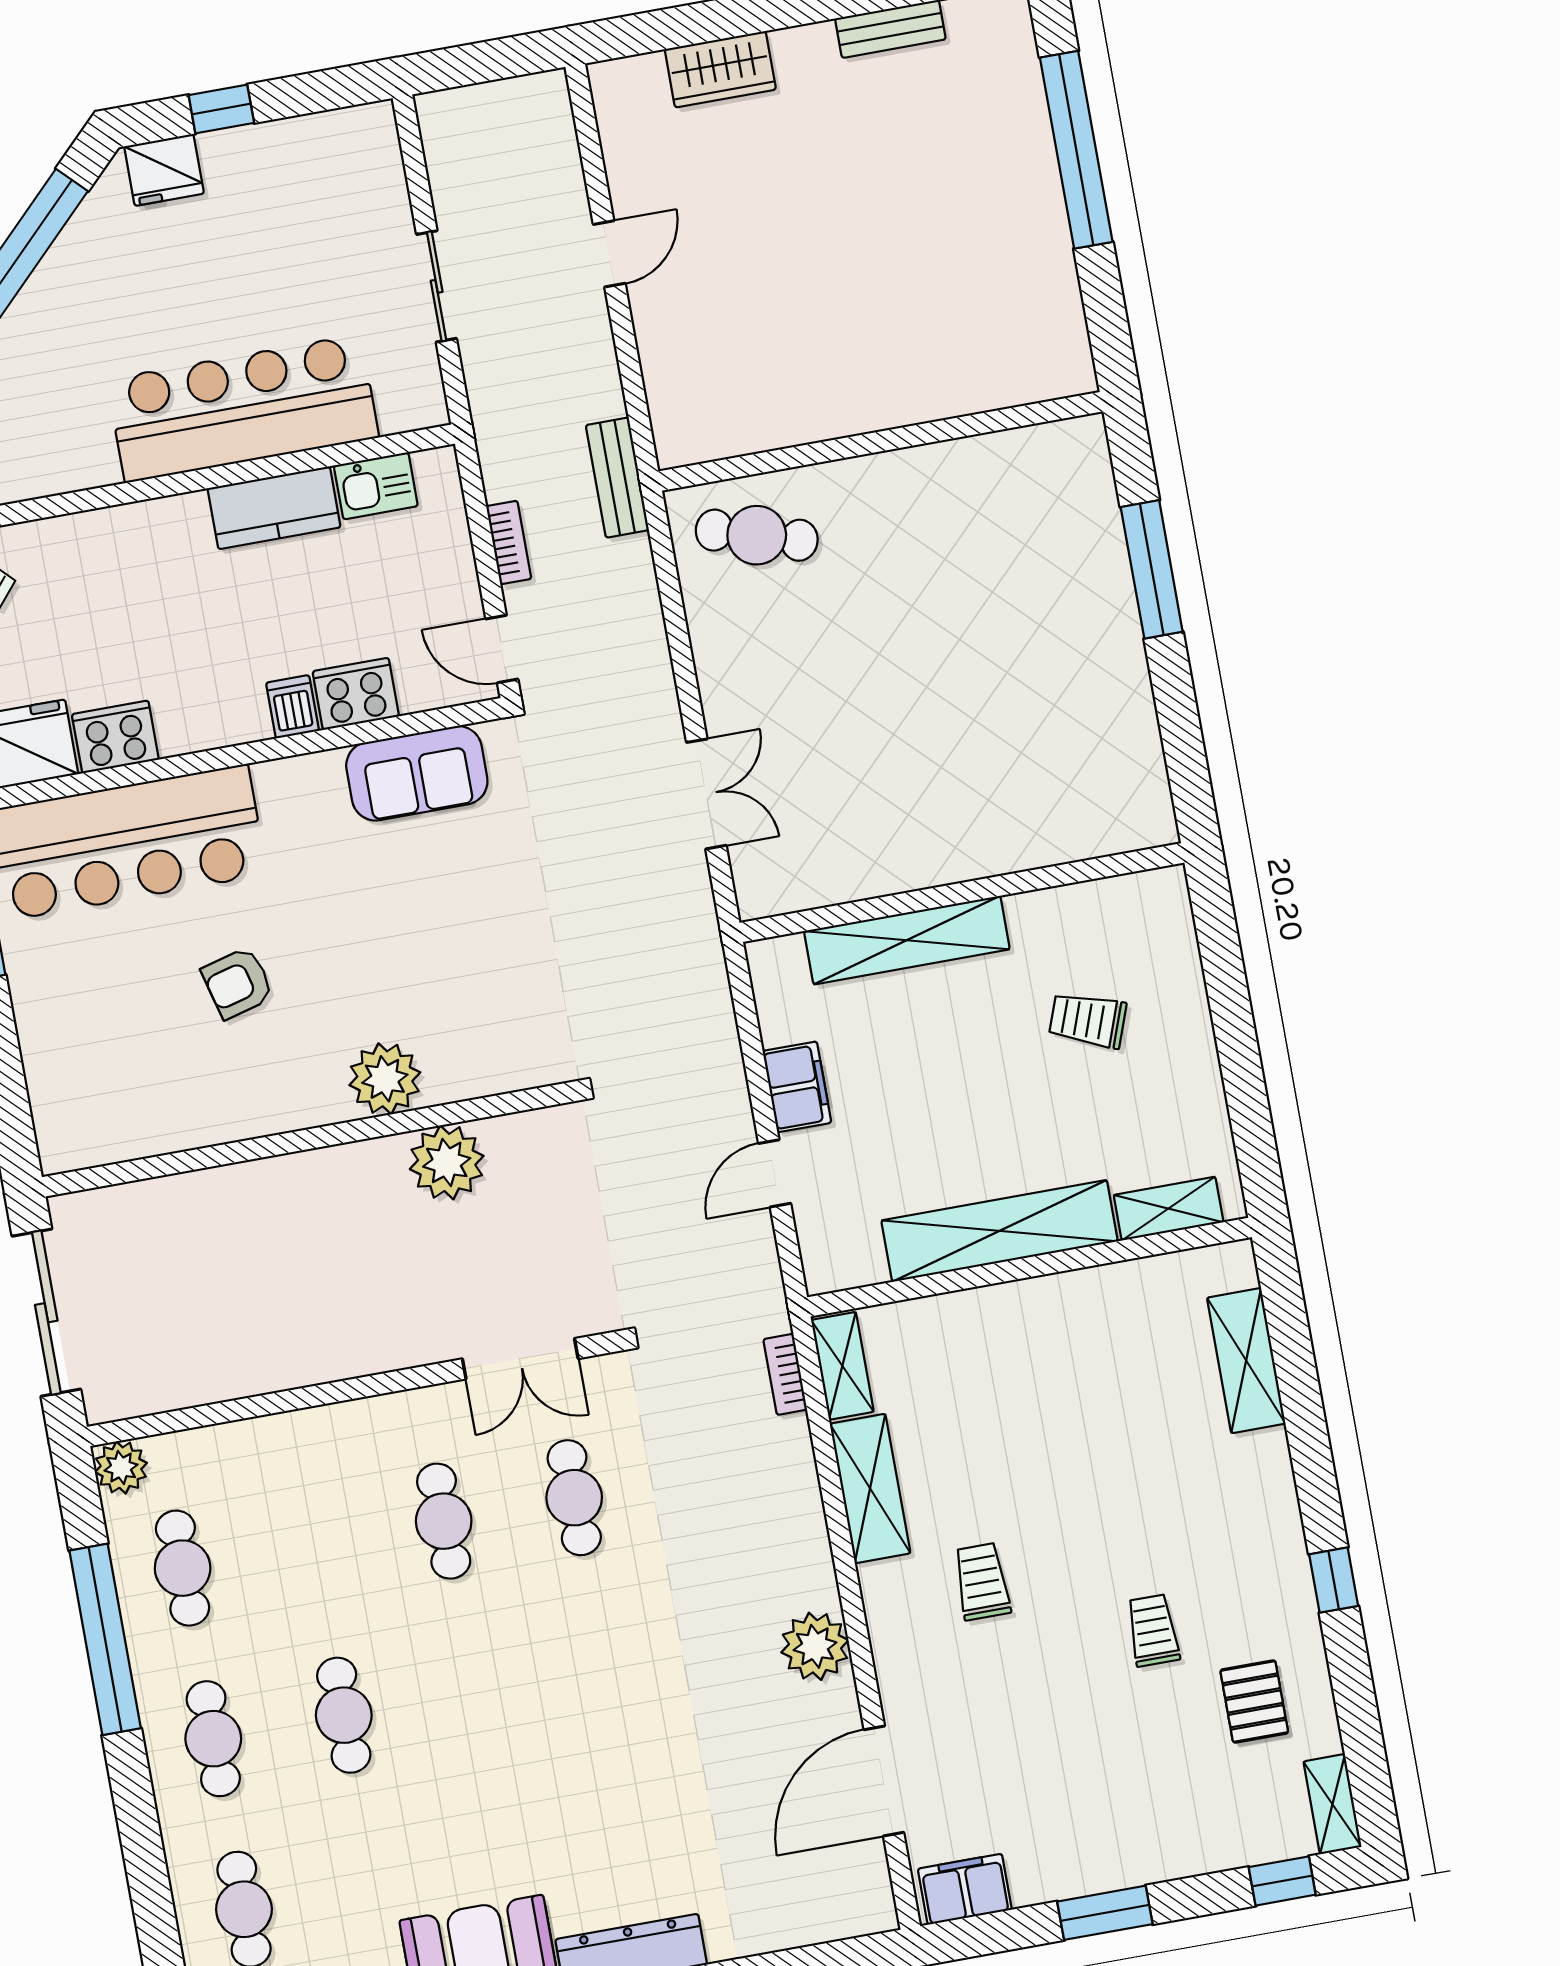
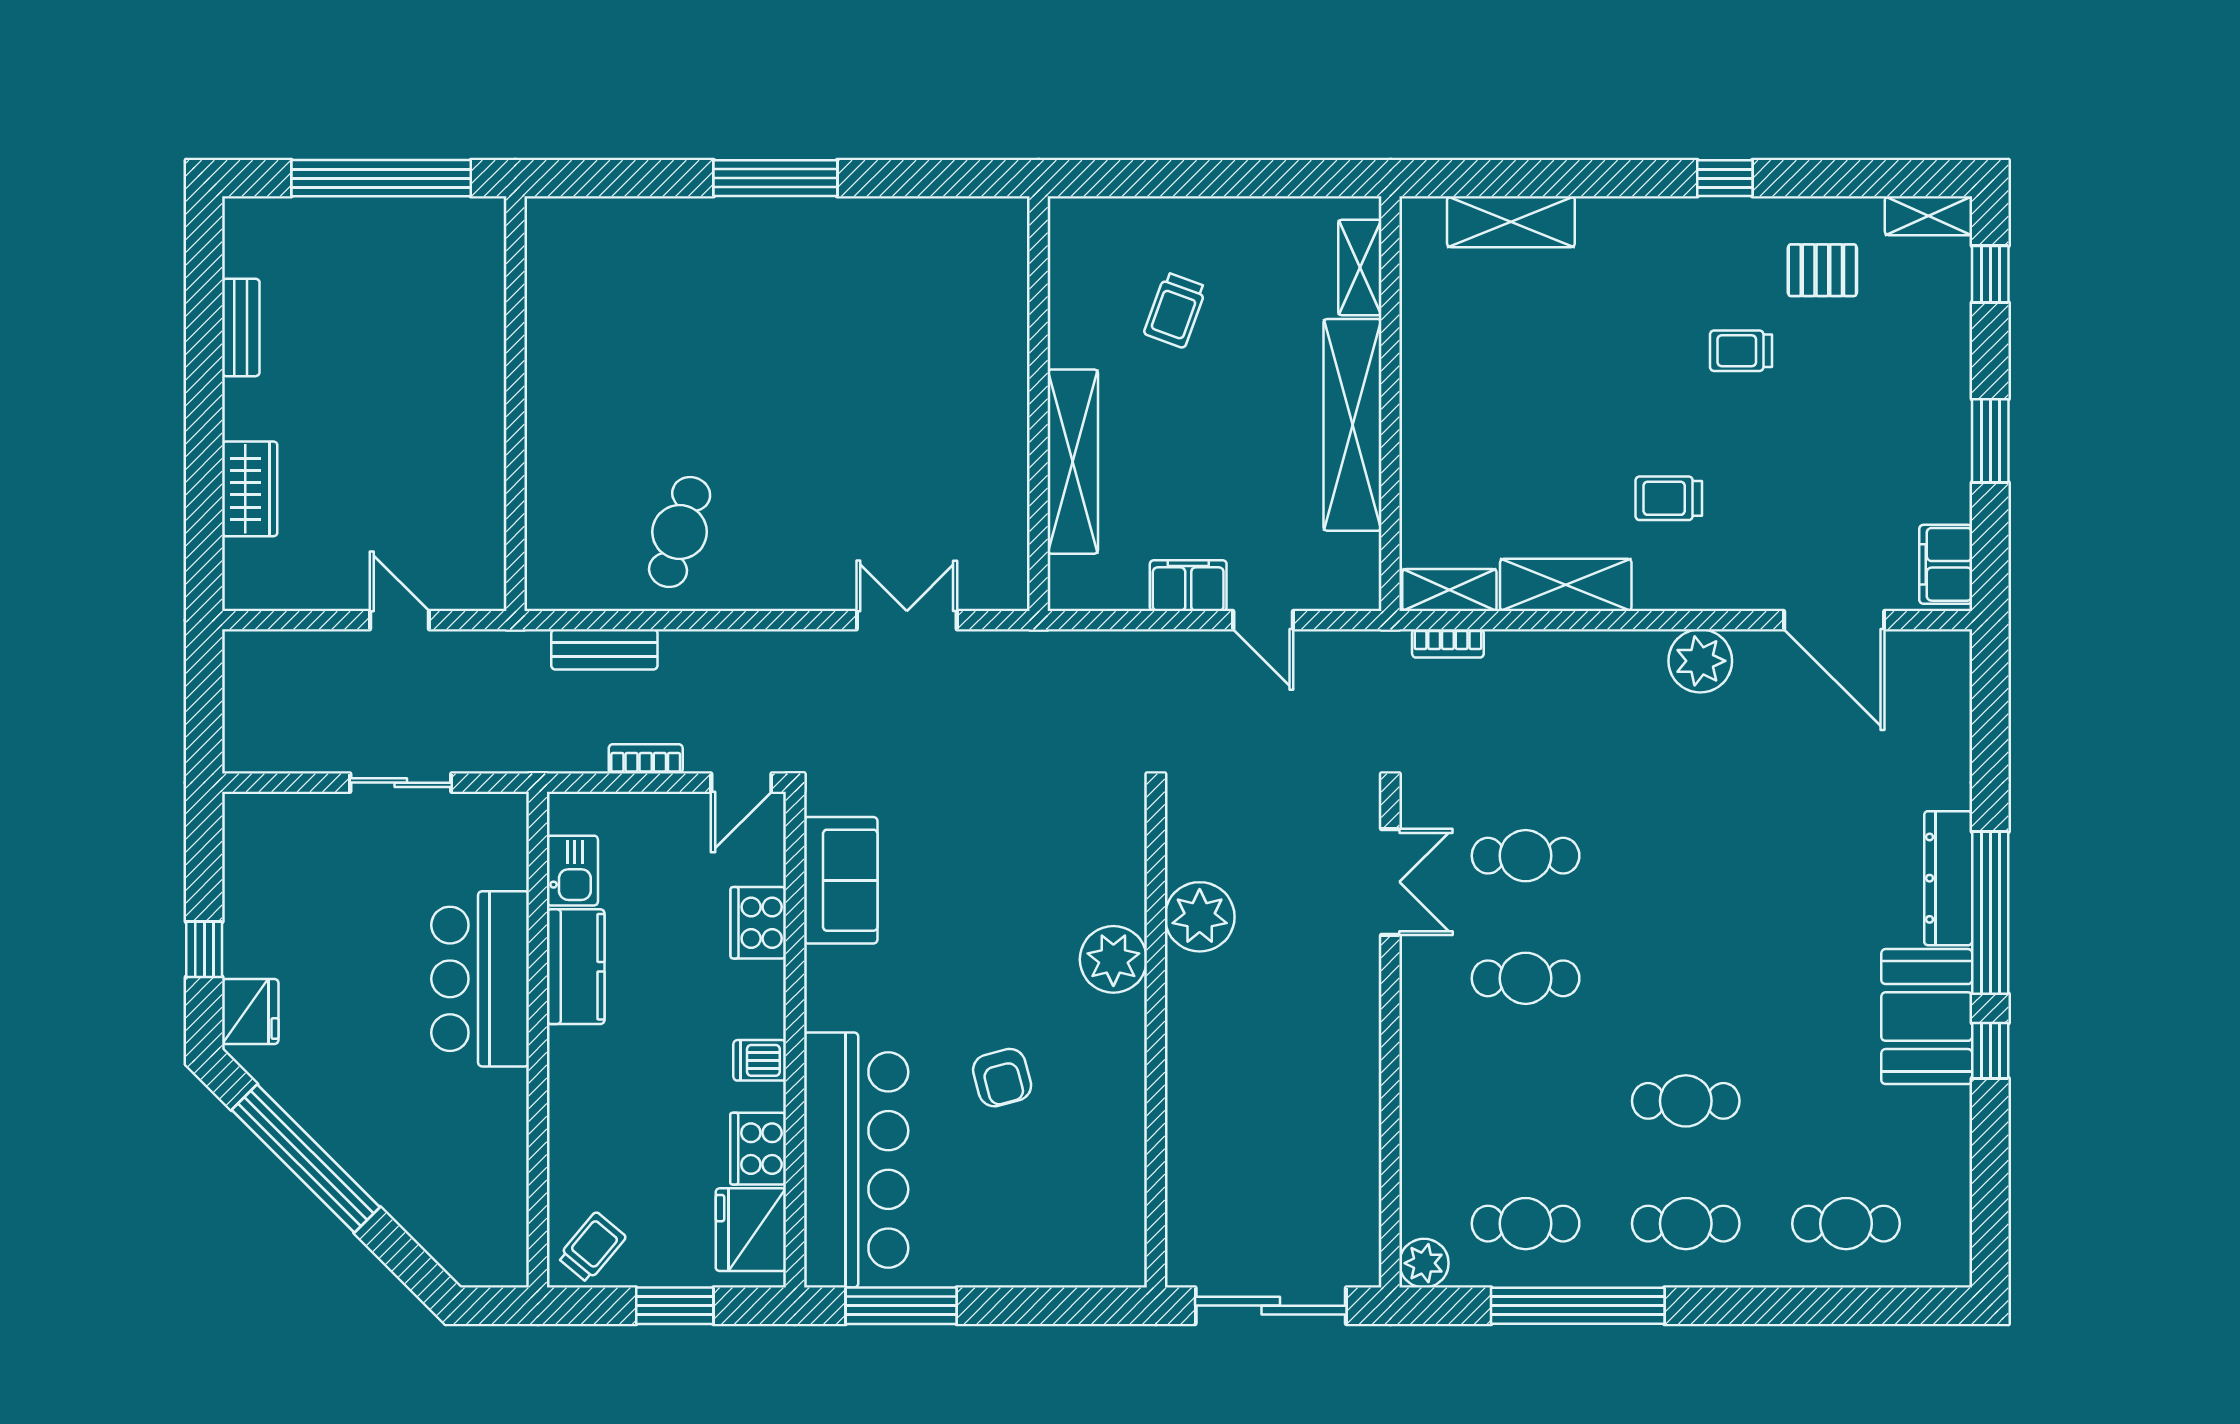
bar counter: (243, 408) -> (480, 979), width x0.73
wall: (881, 441) -> (515, 404), moved
dishwasher: (292, 707) -> (760, 1060), moved

